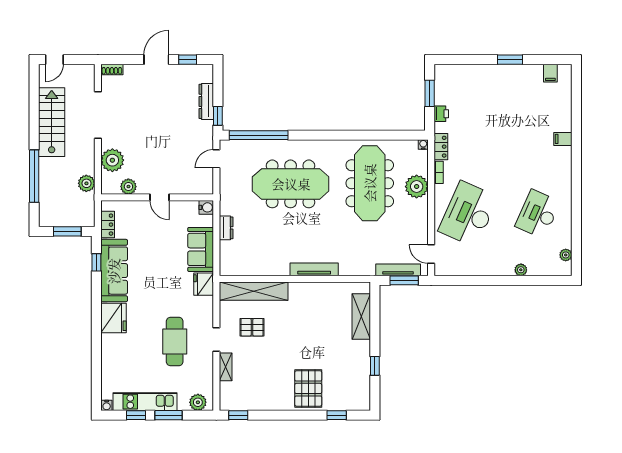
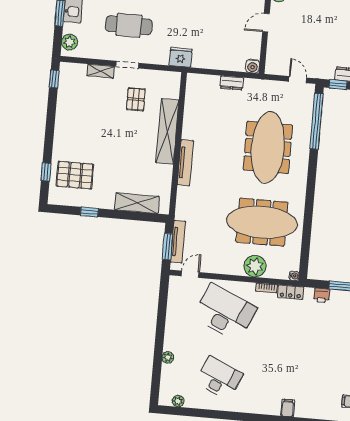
sofa: (201, 249) -> (213, 57), removed
shelving: (254, 291) -> (167, 131), moved
pallet: (308, 388) -> (75, 175), moved

